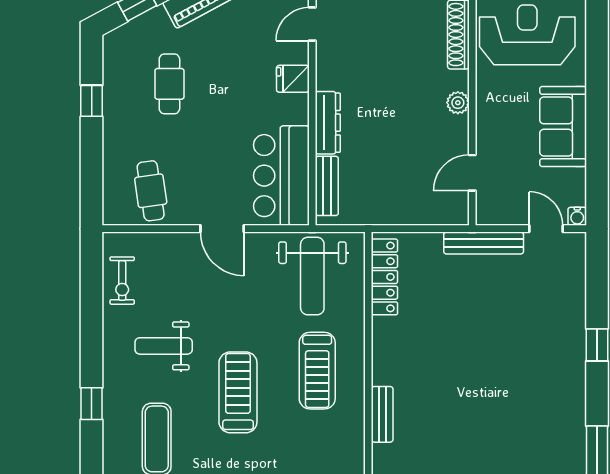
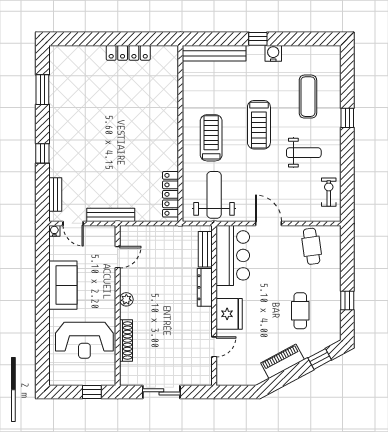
fridge: (293, 79) -> (229, 314), width x1.88, depth x1.34
bench: (382, 414) -> (55, 195), moved

